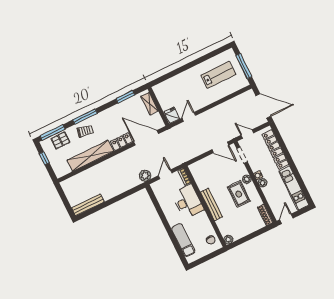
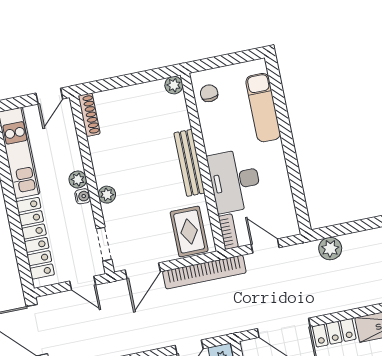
door: (220, 147) -> (143, 271), swing flipped
bookcase: (191, 154) -> (204, 272), added
door: (165, 174) -> (265, 246), swing flipped
plant: (145, 176) -> (330, 249), moved
rug: (239, 194) -> (189, 231), moved

